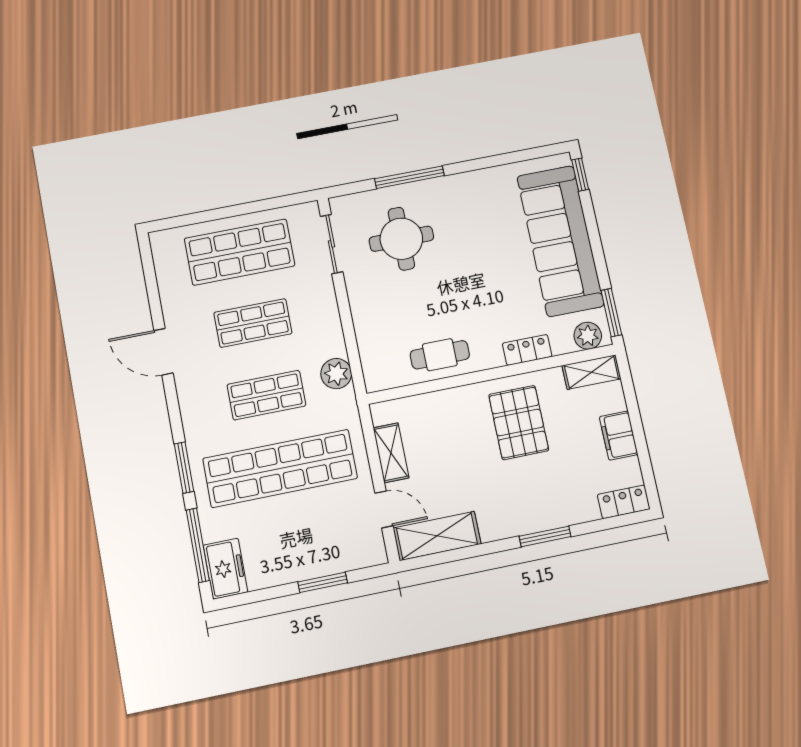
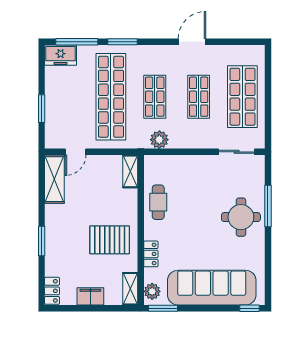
round table: (401, 239) -> (241, 217), moved
shelving: (391, 453) -> (130, 171), moved, turned 90

